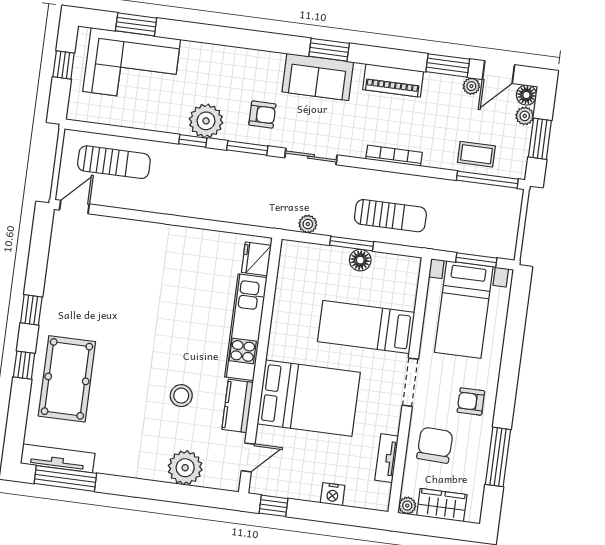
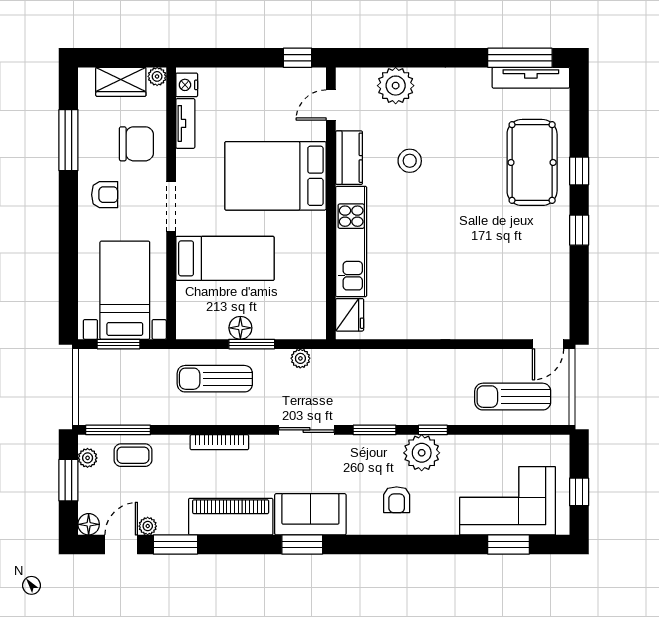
piano: (393, 80) -> (231, 517), width x1.37, depth x1.33
armchair: (262, 114) -> (397, 500), moved, turned -90
plant: (525, 116) -> (88, 458), moved
chair: (435, 445) -> (136, 144), turned -92
nightstand: (333, 494) -> (187, 85), moved, turned -90

